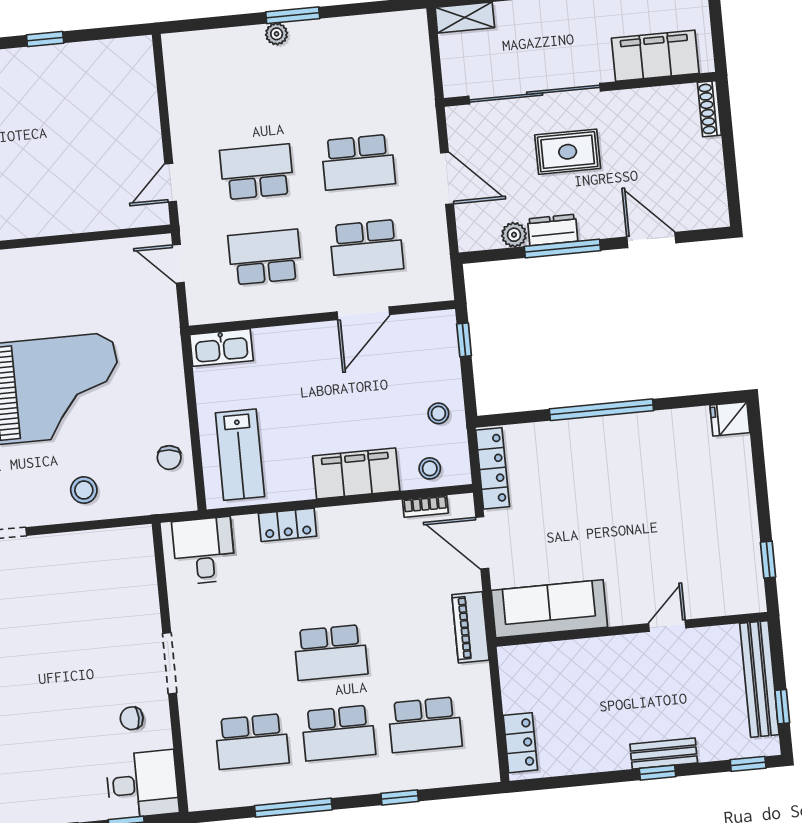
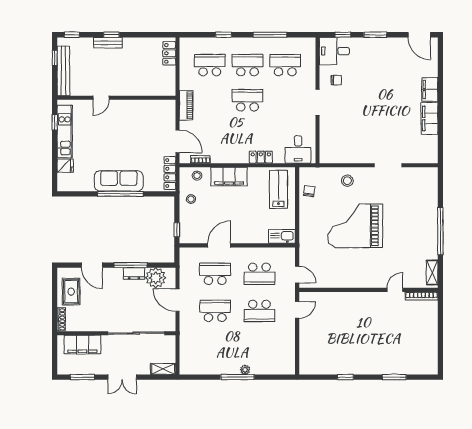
window: (293, 15) -> (237, 377), width x1.44
rug: (568, 152) -> (71, 292), moved, turned 90
plant: (514, 235) -> (156, 278), width x1.87, depth x1.87
fridge: (730, 419) -> (65, 166), moved
kitchen unit: (743, 540) -> (65, 132), added
sofa: (549, 609) -> (119, 181), moved, turned 180

